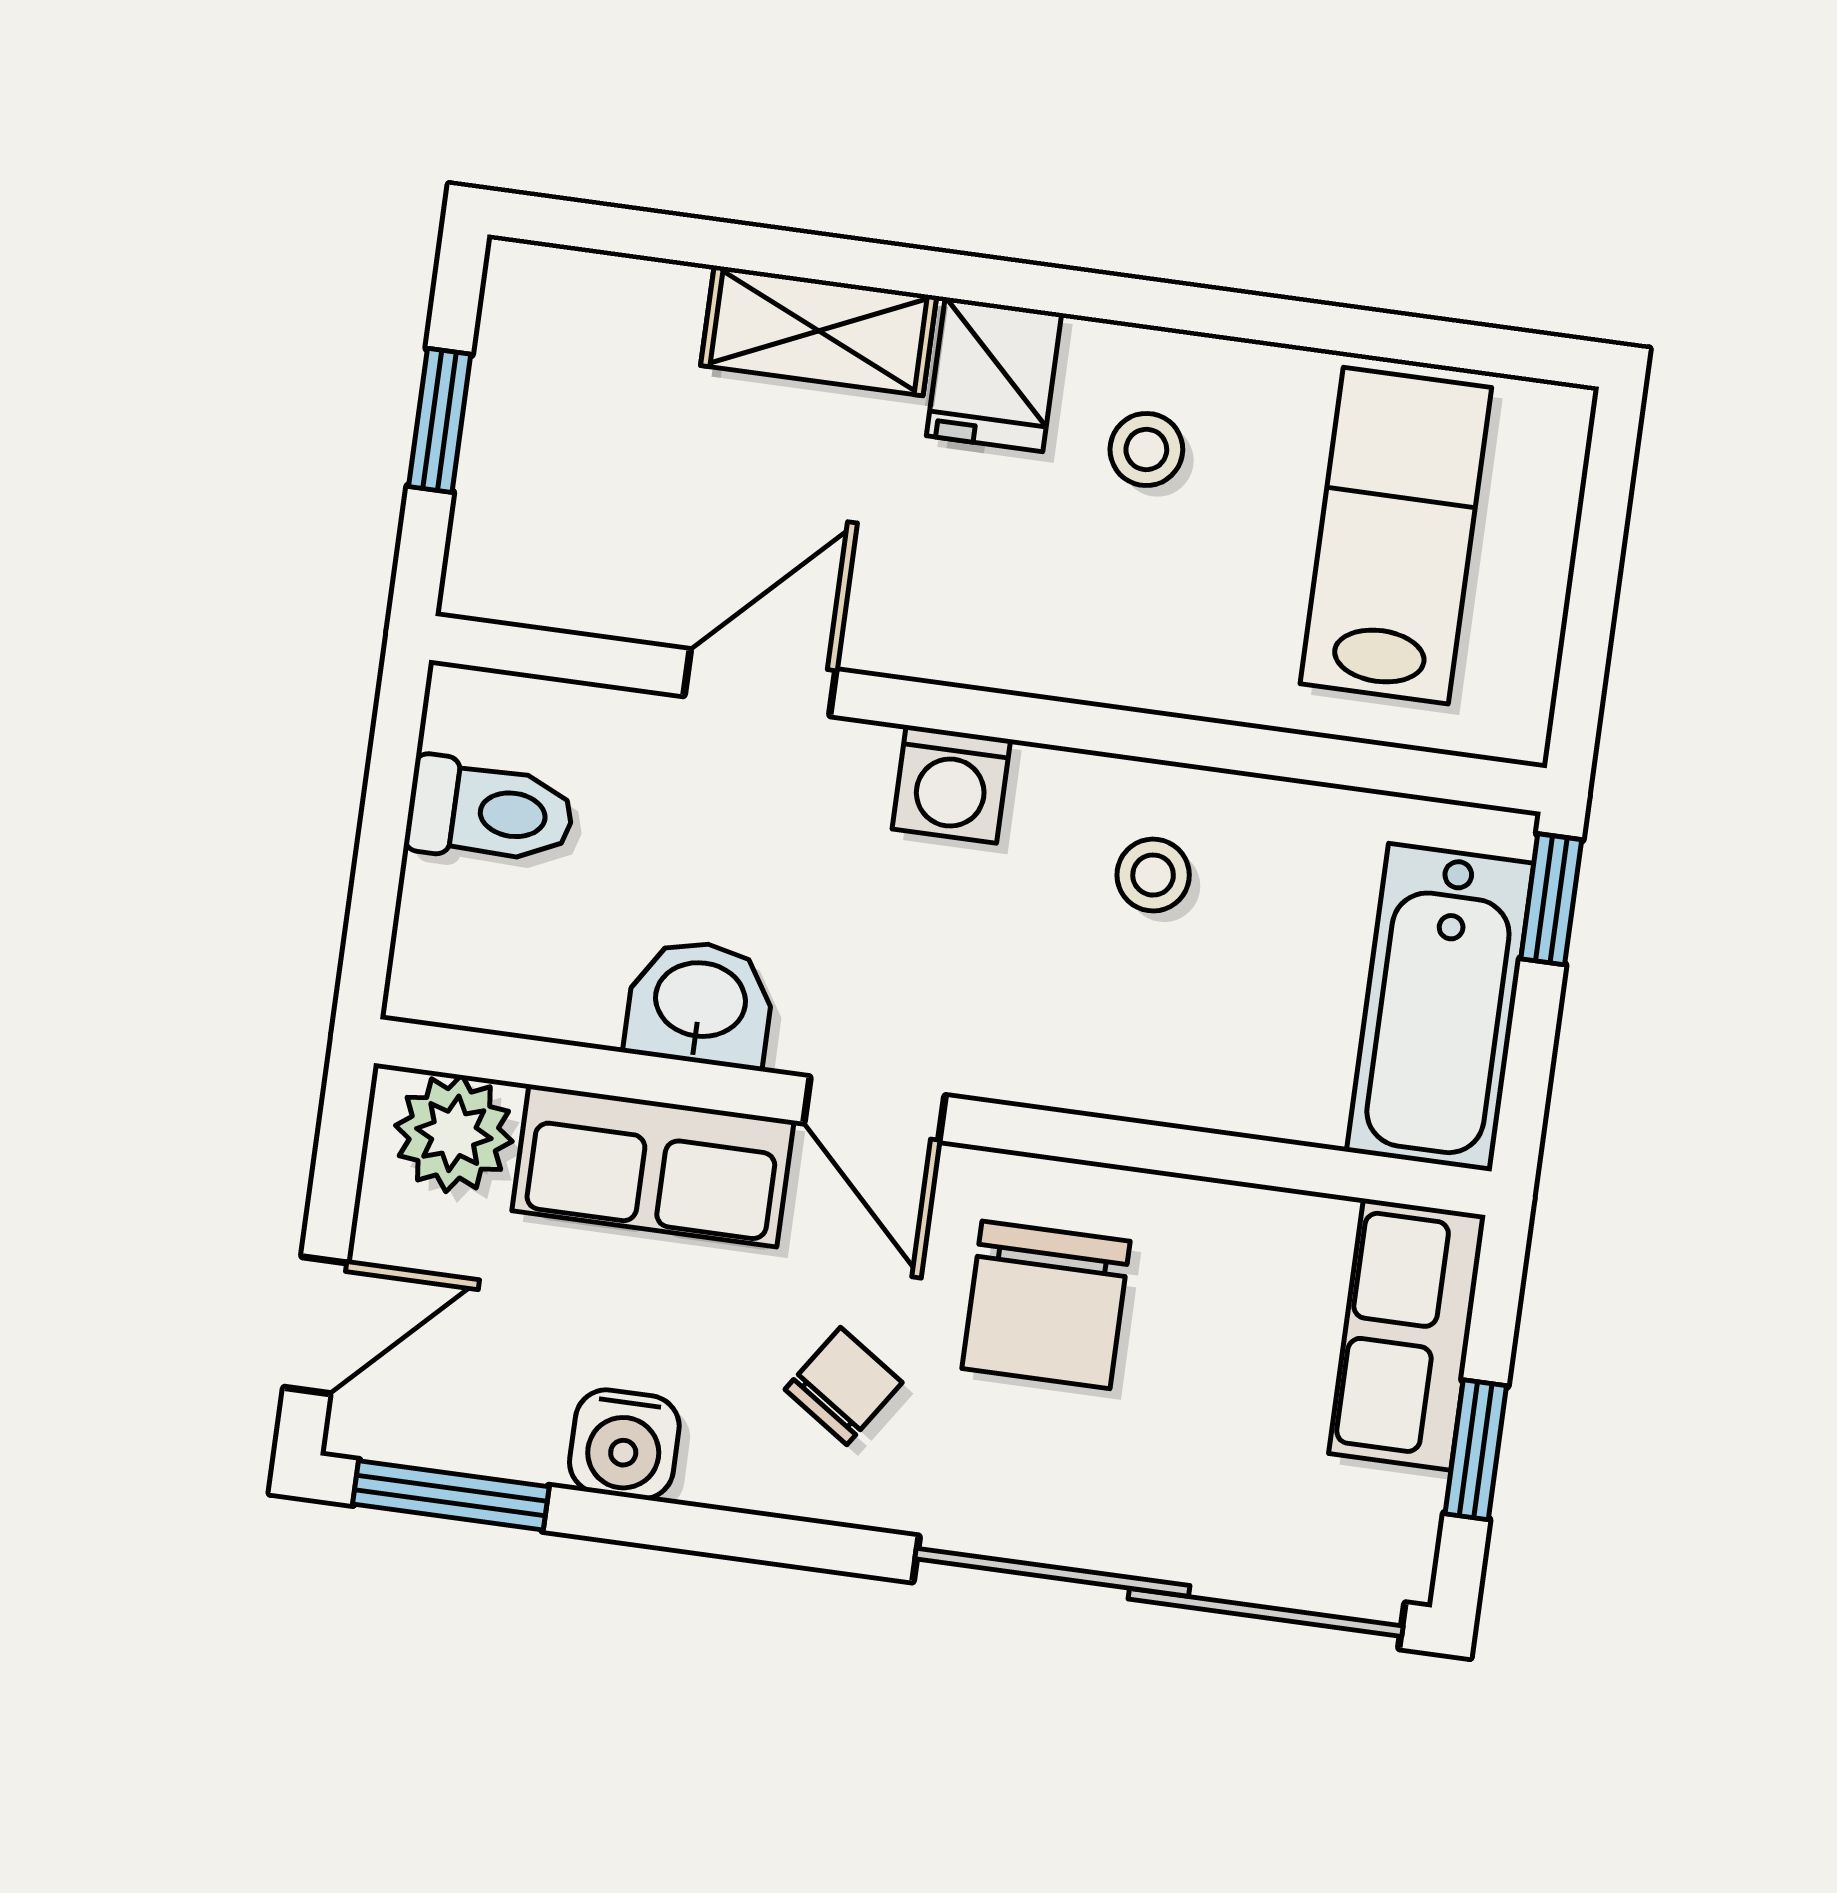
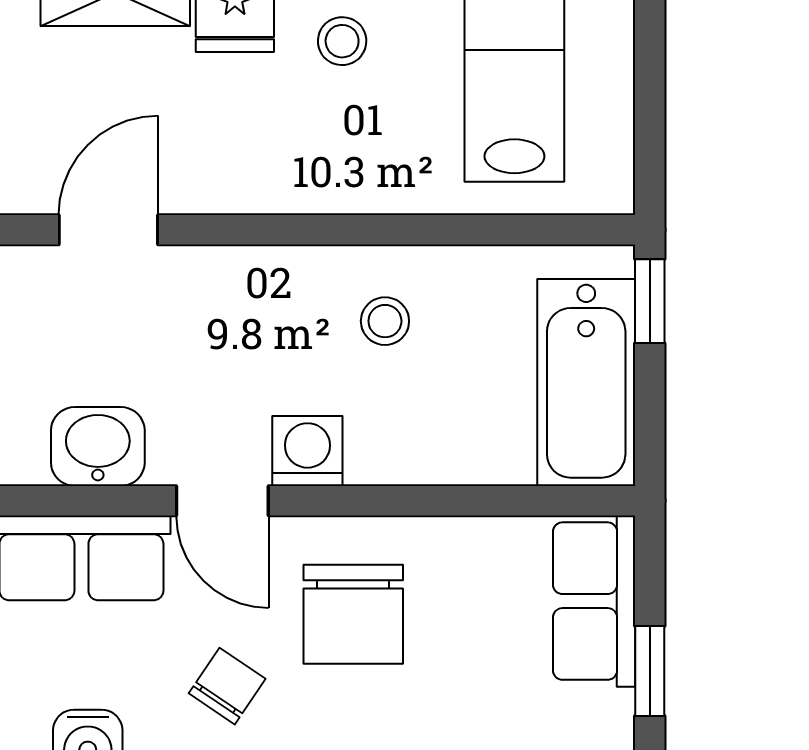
washing machine: (951, 784) -> (307, 451), moved, turned 180

